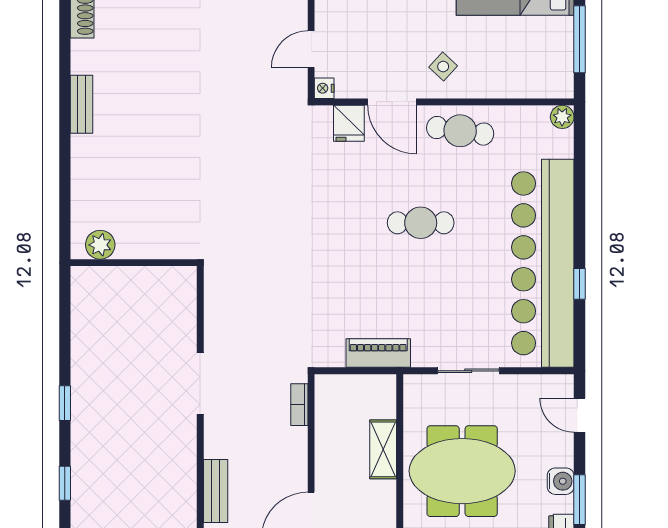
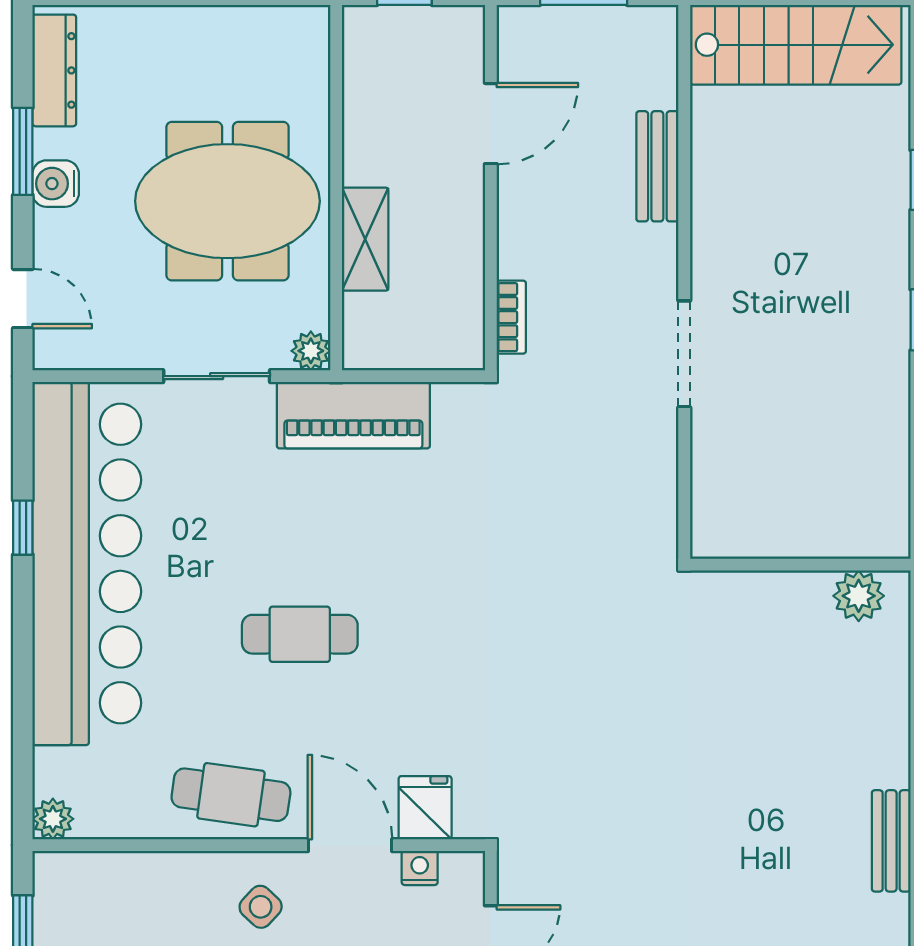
nightstand: (324, 88) -> (420, 868), moved, turned -90
piano: (378, 353) -> (353, 415), width x1.37, depth x1.33
plant: (414, 385) -> (311, 351), added

